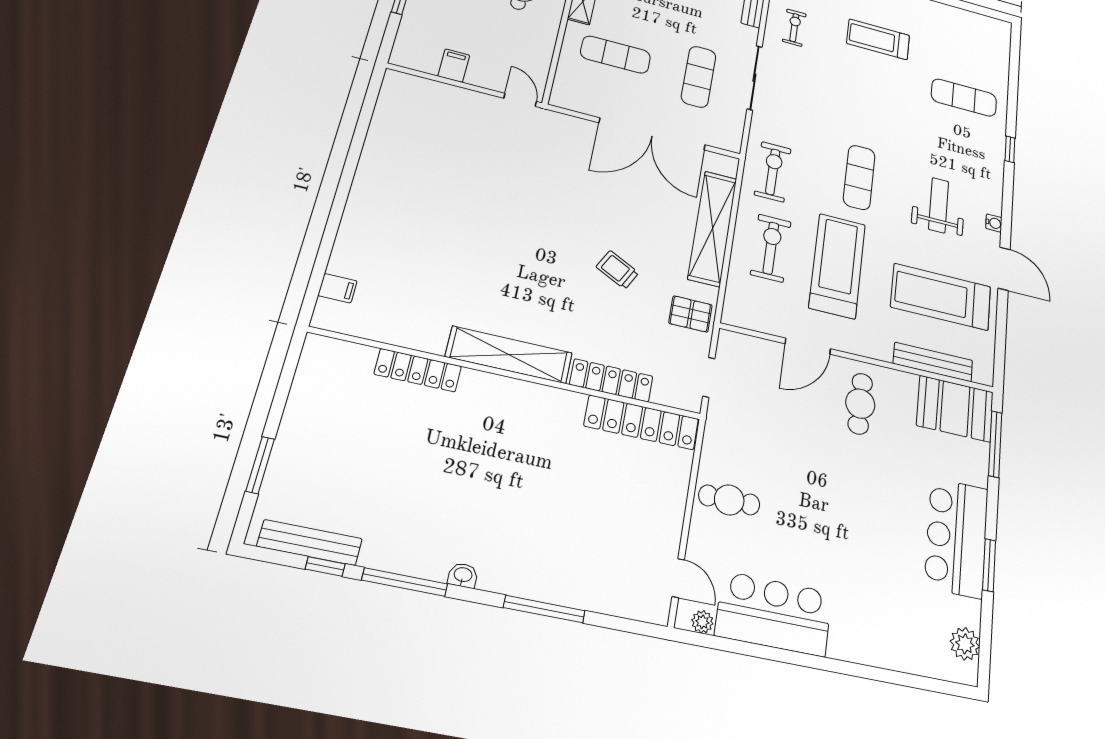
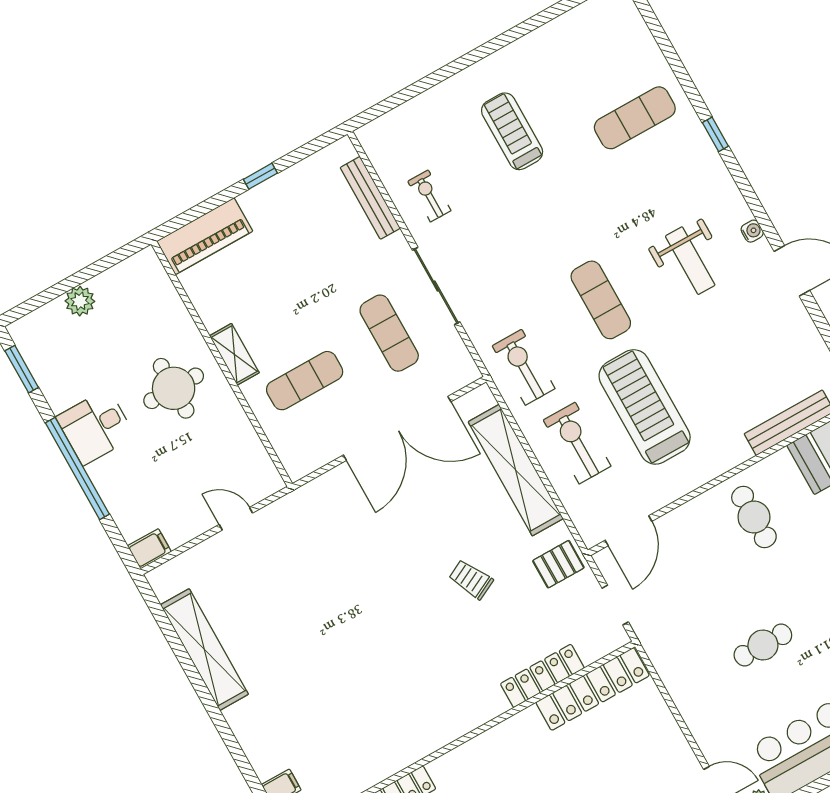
treadmill: (878, 39) -> (512, 131), turned 90
filing cabinet: (454, 66) -> (149, 549), moved, turned 90
door: (520, 100) -> (236, 519), moved
weight bench: (939, 205) -> (690, 261), turned 180
trolley: (617, 270) -> (471, 579), turned 36
treadmill: (941, 297) -> (754, 353), removed
door: (808, 346) -> (629, 531), moved
shelving: (509, 355) -> (204, 650), moved, turned 90
cafe table: (729, 500) -> (763, 645), moved

